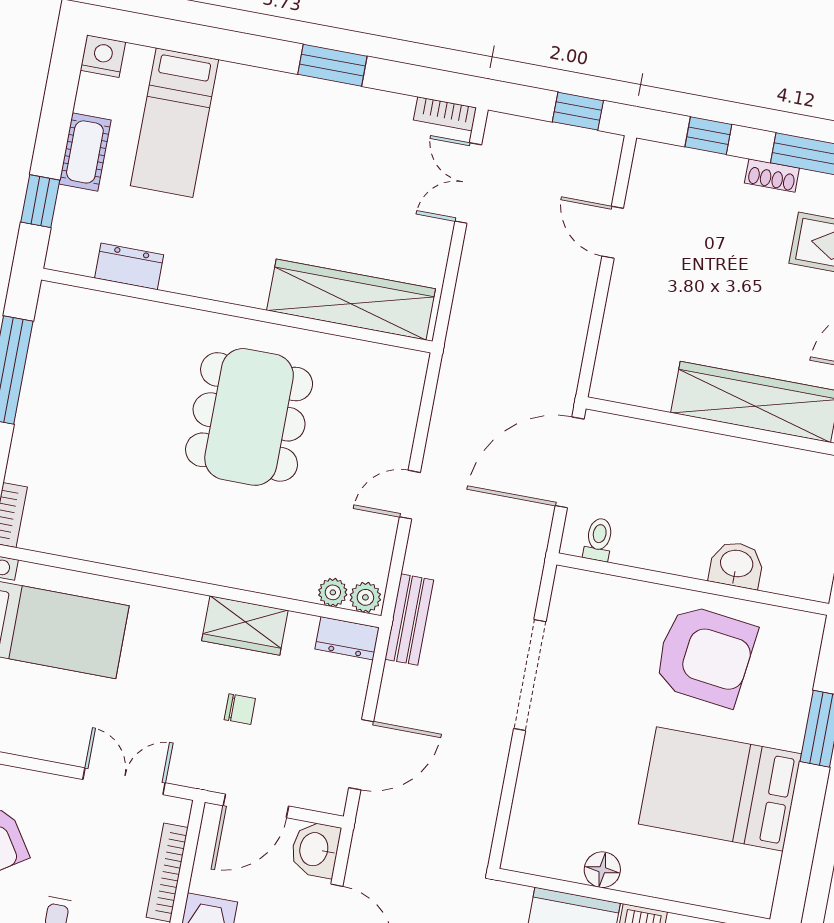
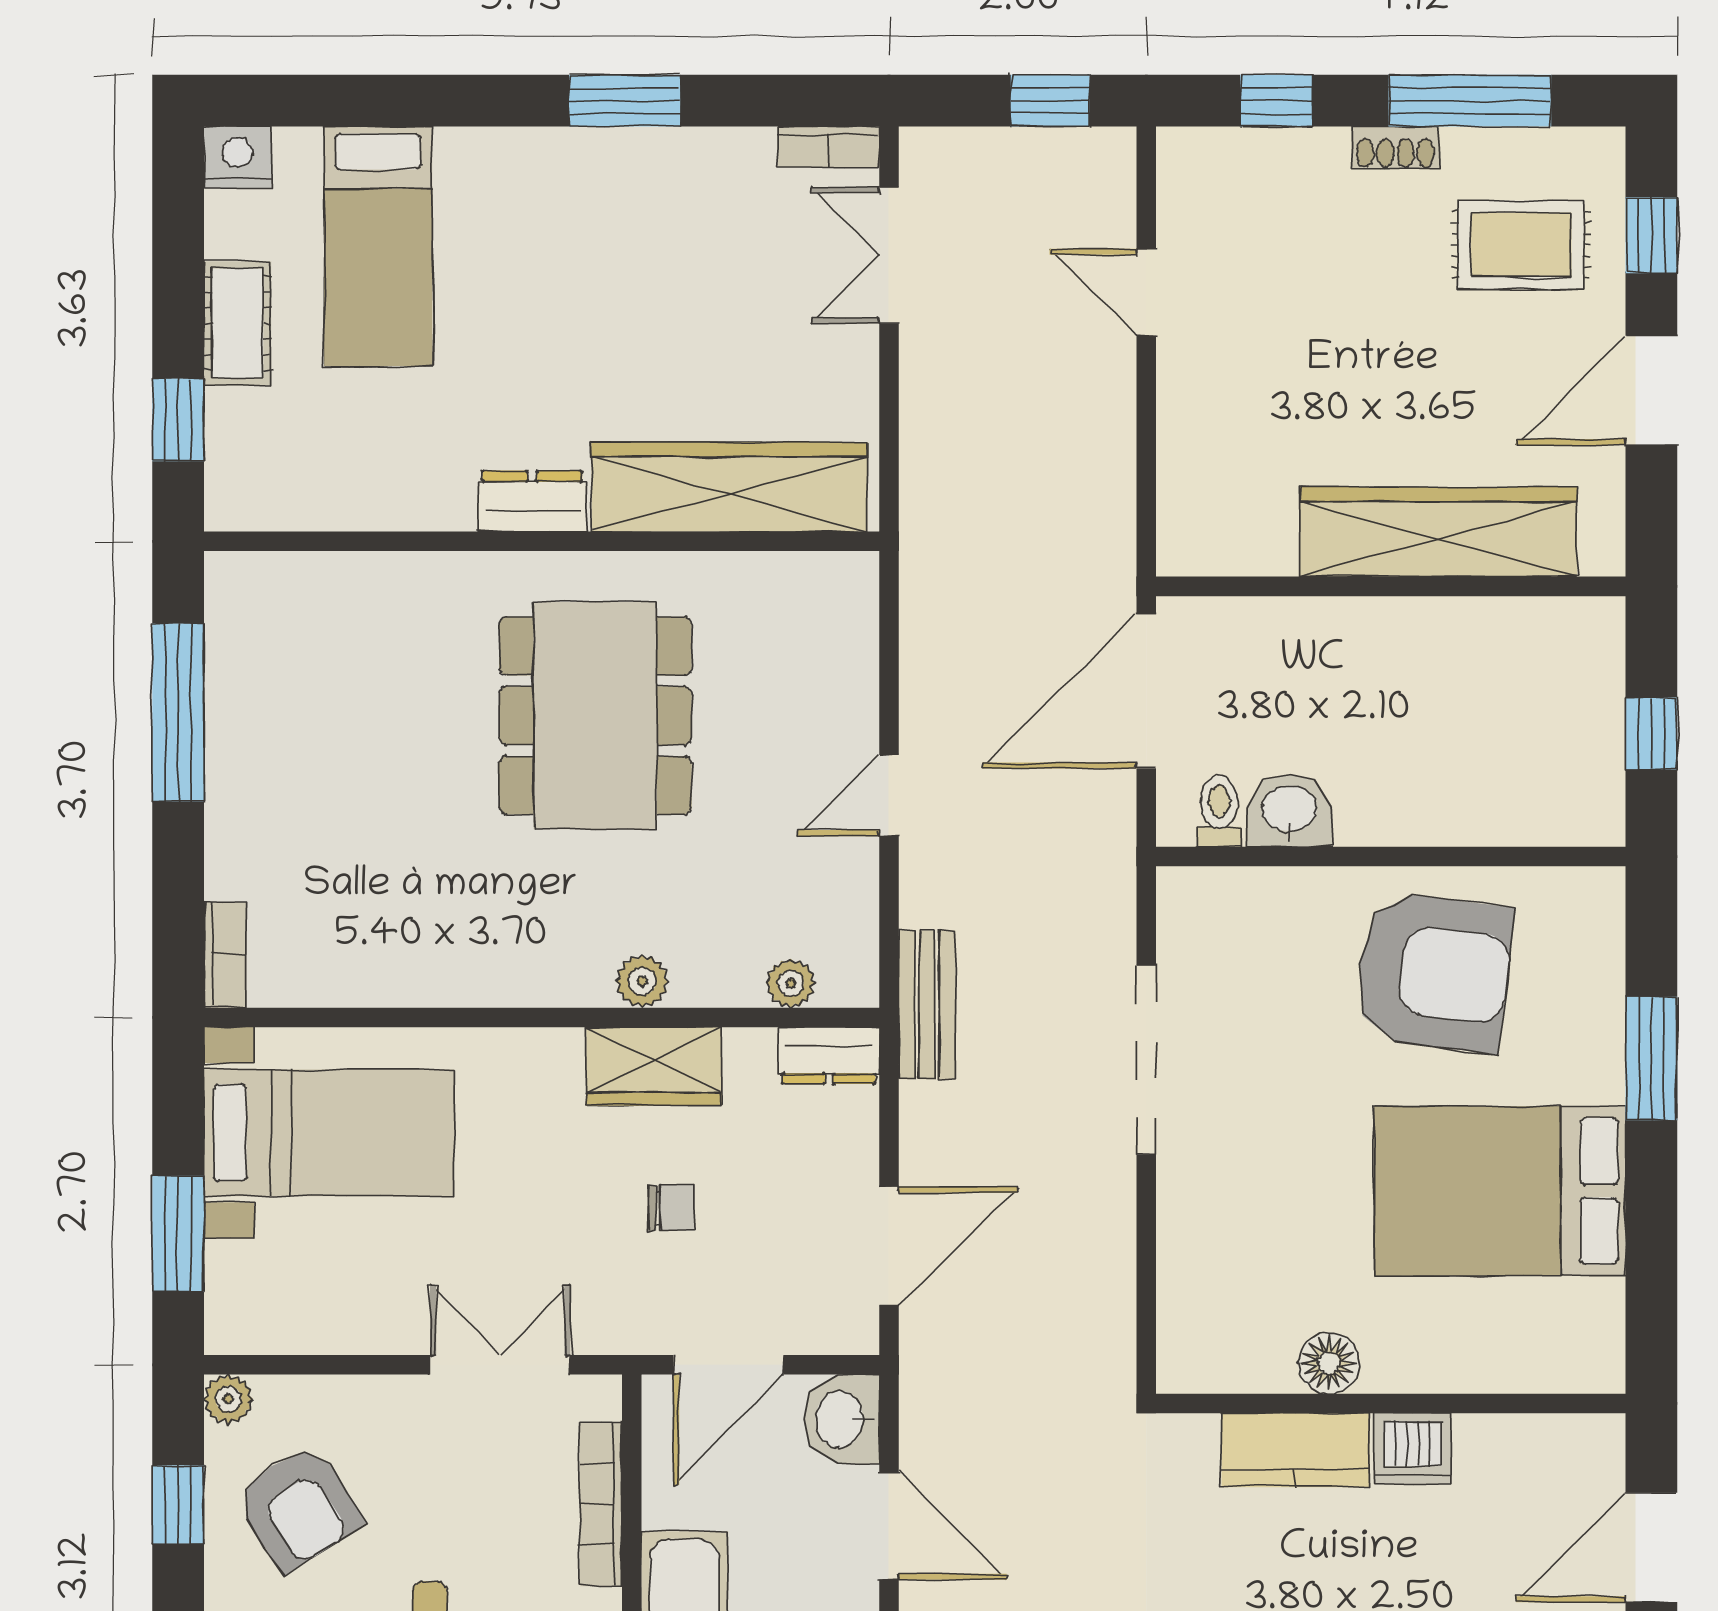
dresser: (129, 266) -> (532, 501), moved
washbasin: (736, 565) -> (1289, 810), moved
plant: (365, 597) -> (642, 981), moved

